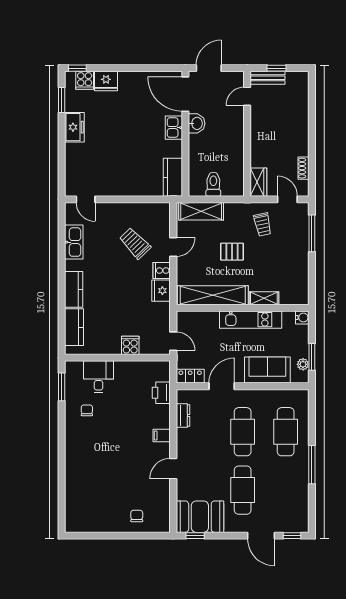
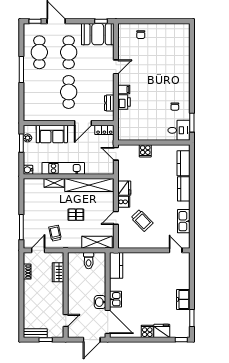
bench: (267, 78) -> (35, 333), moved
cooker: (85, 80) -> (147, 331), moved
wardrobe: (258, 182) -> (58, 272), moved
door: (287, 199) -> (38, 250), swing flipped
desk: (99, 377) -> (179, 130), moved, turned -90
printer: (161, 393) -> (124, 102), moved
cafe table: (286, 432) -> (39, 52), moved

